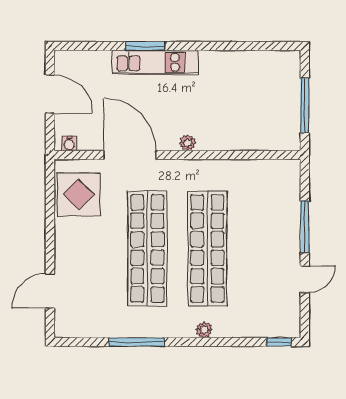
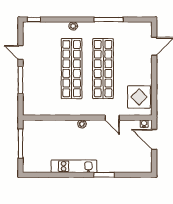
kitchen unit: (155, 62) -> (74, 166), moved
door: (50, 94) -> (154, 140), moved
door: (130, 155) -> (112, 118), width x0.53
door: (305, 279) -> (20, 52), hinge flipped

